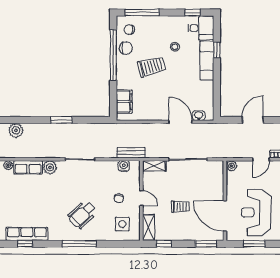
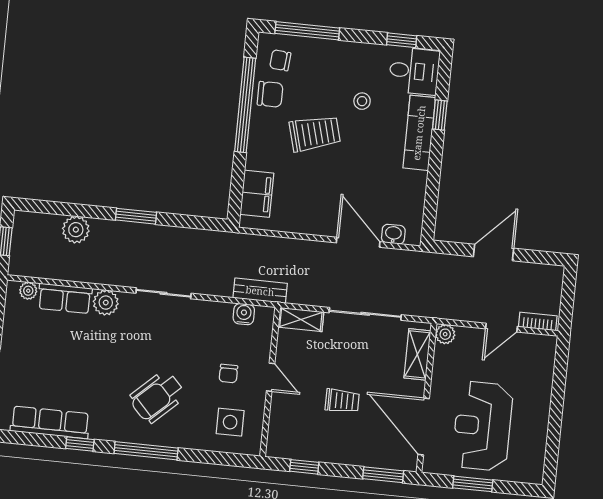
plant: (16, 130) -> (76, 230), moved
shelving: (148, 227) -> (417, 354), moved
window: (25, 244) -> (80, 444), moved

